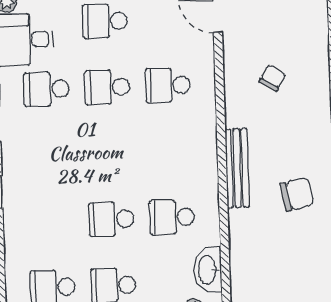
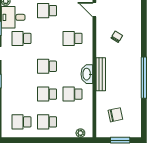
school desk: (107, 87) -> (47, 66), moved
chair: (297, 194) -> (115, 115), moved
washbasin: (208, 270) -> (87, 74), moved

